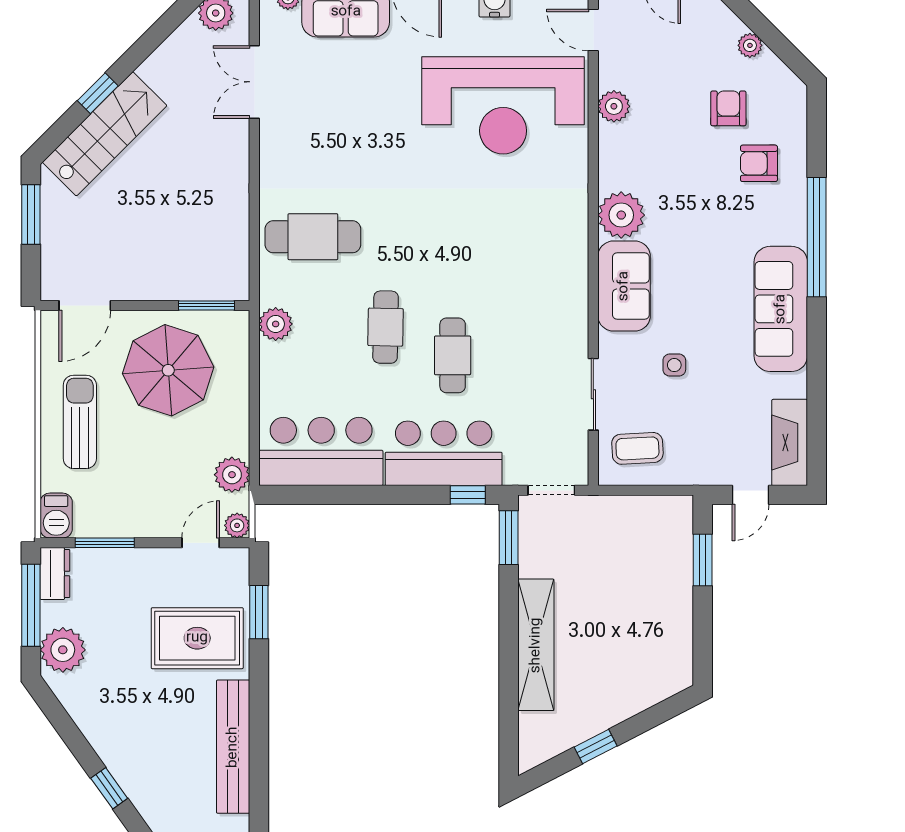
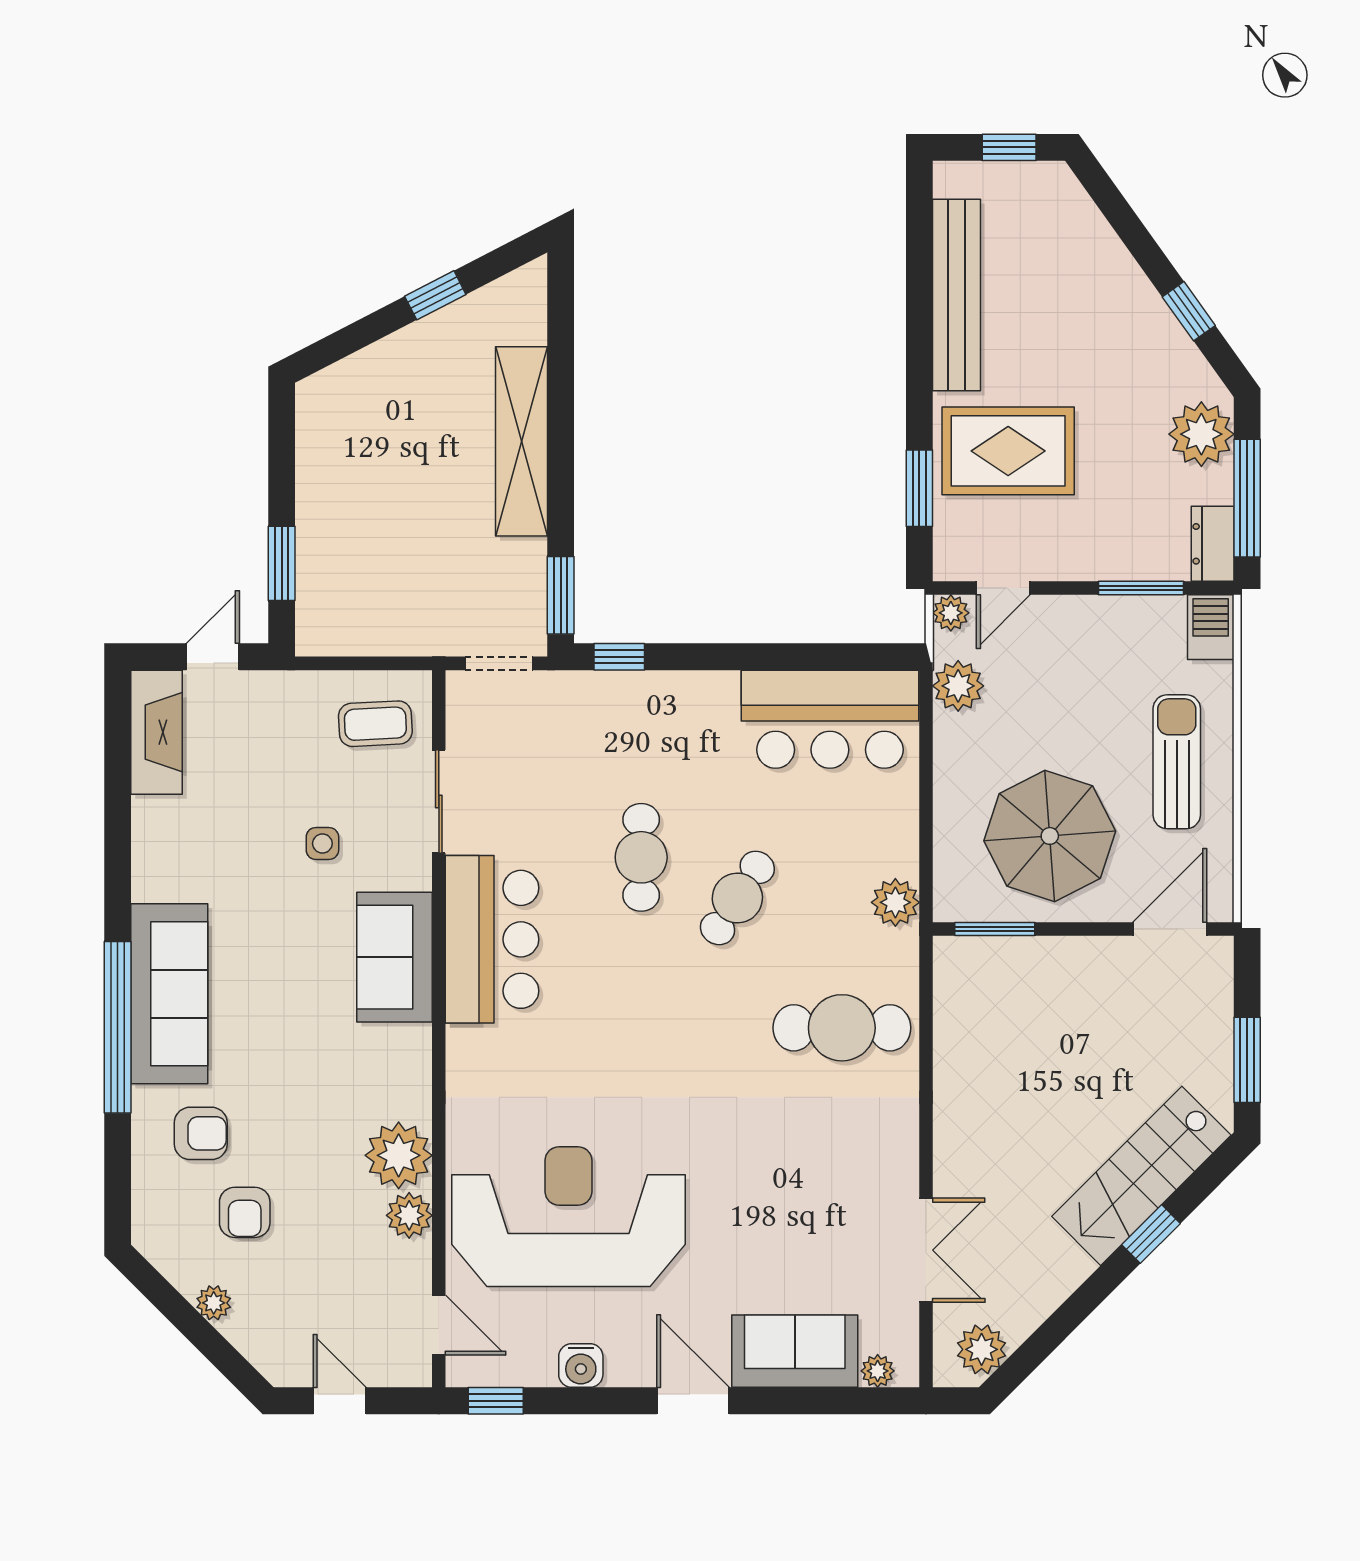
plant: (621, 215) -> (399, 1155), moved
sofa: (781, 309) -> (169, 994), moved
cafe table: (386, 327) -> (737, 898), turned 32
sun lounger: (80, 422) -> (1177, 762), turned 180
bar counter: (444, 453) -> (492, 939), moved, turned -90
window: (109, 788) -> (1189, 311), moved

